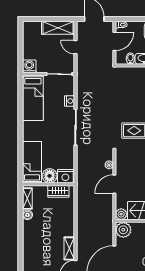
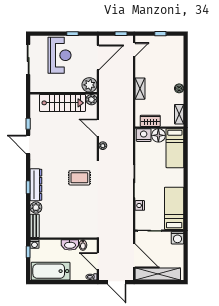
shelving: (58, 28) -> (158, 274), width x1.47
door: (114, 41) -> (98, 261), hinge flipped
door: (76, 47) -> (134, 256), width x1.87
door: (114, 184) -> (98, 128), swing flipped
boiler: (27, 215) -> (179, 88), moved
shelving: (69, 248) -> (140, 89), moved

